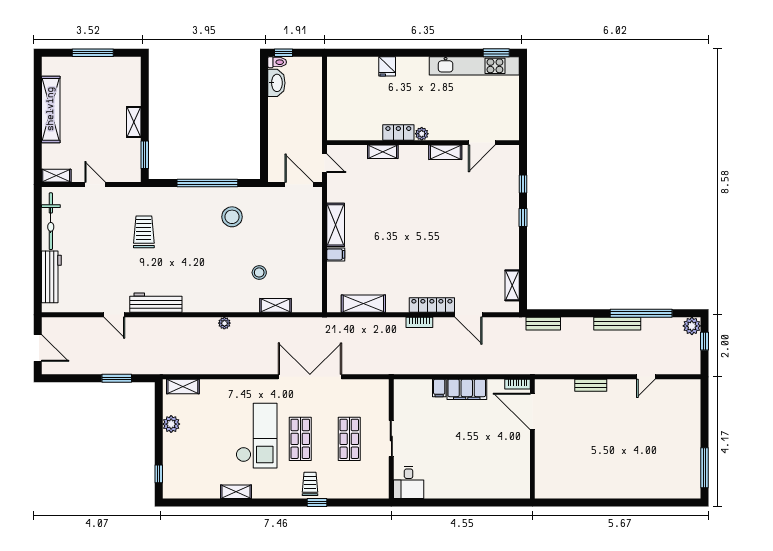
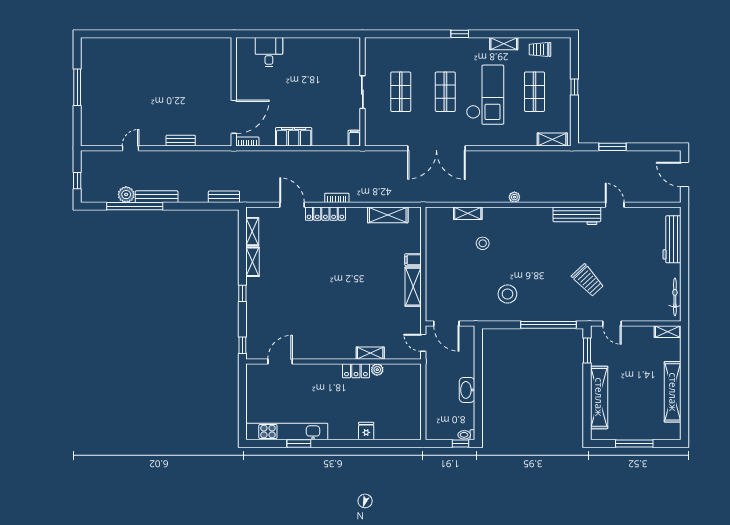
window: (496, 53) -> (299, 443), moved
washbasin: (276, 83) -> (467, 390), moved
shelving: (134, 122) -> (599, 397), width x2.20, depth x1.33
plant: (422, 134) -> (377, 370), moved
shelving: (445, 152) -> (253, 262), moved, turned 90
window: (207, 183) -> (549, 325), moved
window: (523, 184) -> (242, 345), moved
door: (95, 185) -> (612, 323), moved
bicycle: (51, 221) -> (675, 297), width x0.73, depth x0.71
trolley: (144, 232) -> (588, 280), turned -43
plant: (692, 326) -> (126, 195), moved
filing cabinet: (439, 388) -> (354, 138), moved
door: (532, 411) -> (234, 117), hinge flipped
plant: (171, 424) -> (563, 105), removed
checkout: (257, 436) -> (485, 95), turned 180
shop shelf: (202, 439) -> (535, 92), added
window: (705, 468) -> (77, 87), moved
window: (159, 474) -> (574, 87), moved
desk: (409, 482) -> (269, 52), moved
trolley: (310, 484) -> (540, 49), moved, turned 90
window: (317, 502) -> (460, 34), moved

